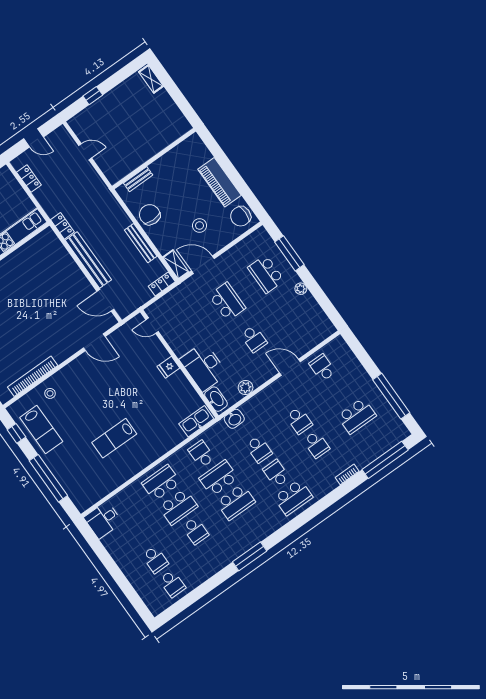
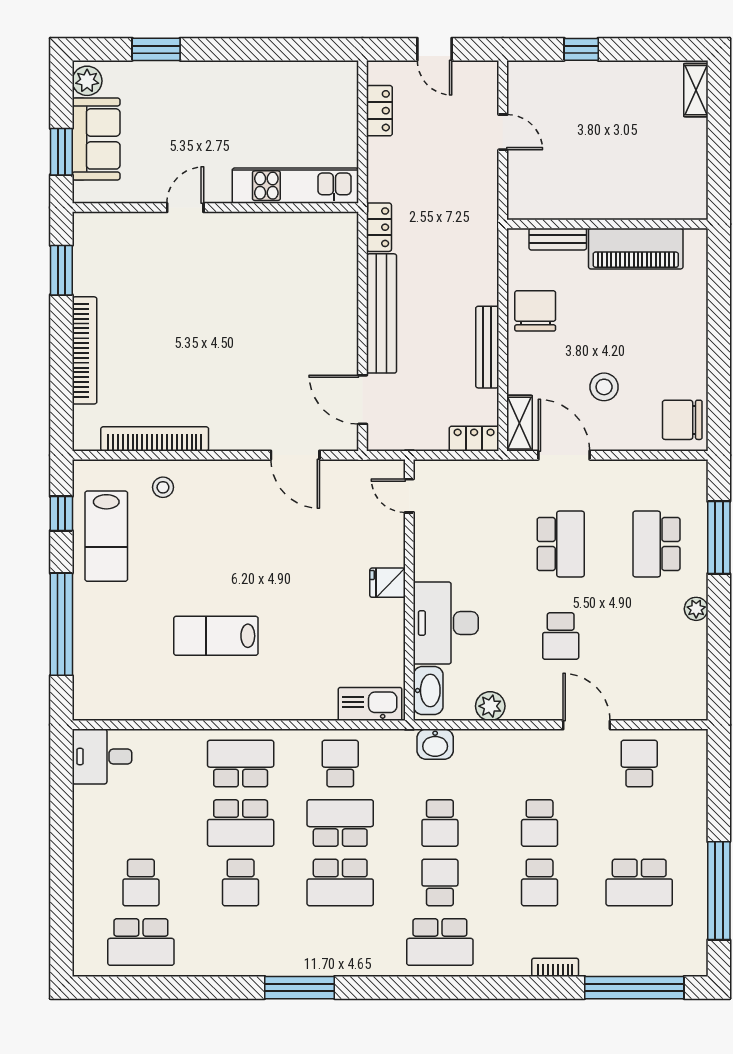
piano: (220, 182) -> (636, 249), moved, turned -90
school desk: (172, 584) -> (141, 942), width x1.85

